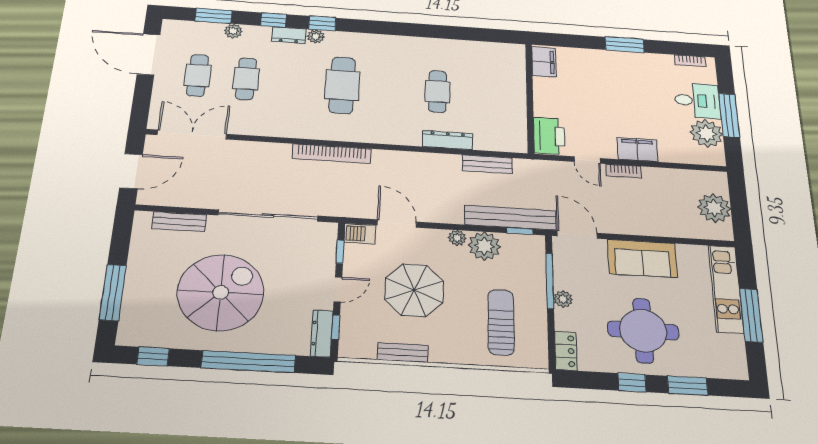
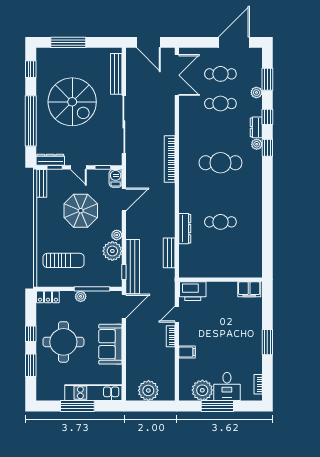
filing cabinet: (637, 149) -> (187, 352), width x0.50
bench: (179, 222) -> (116, 74), width x1.36
bench: (403, 352) -> (41, 183), moved

